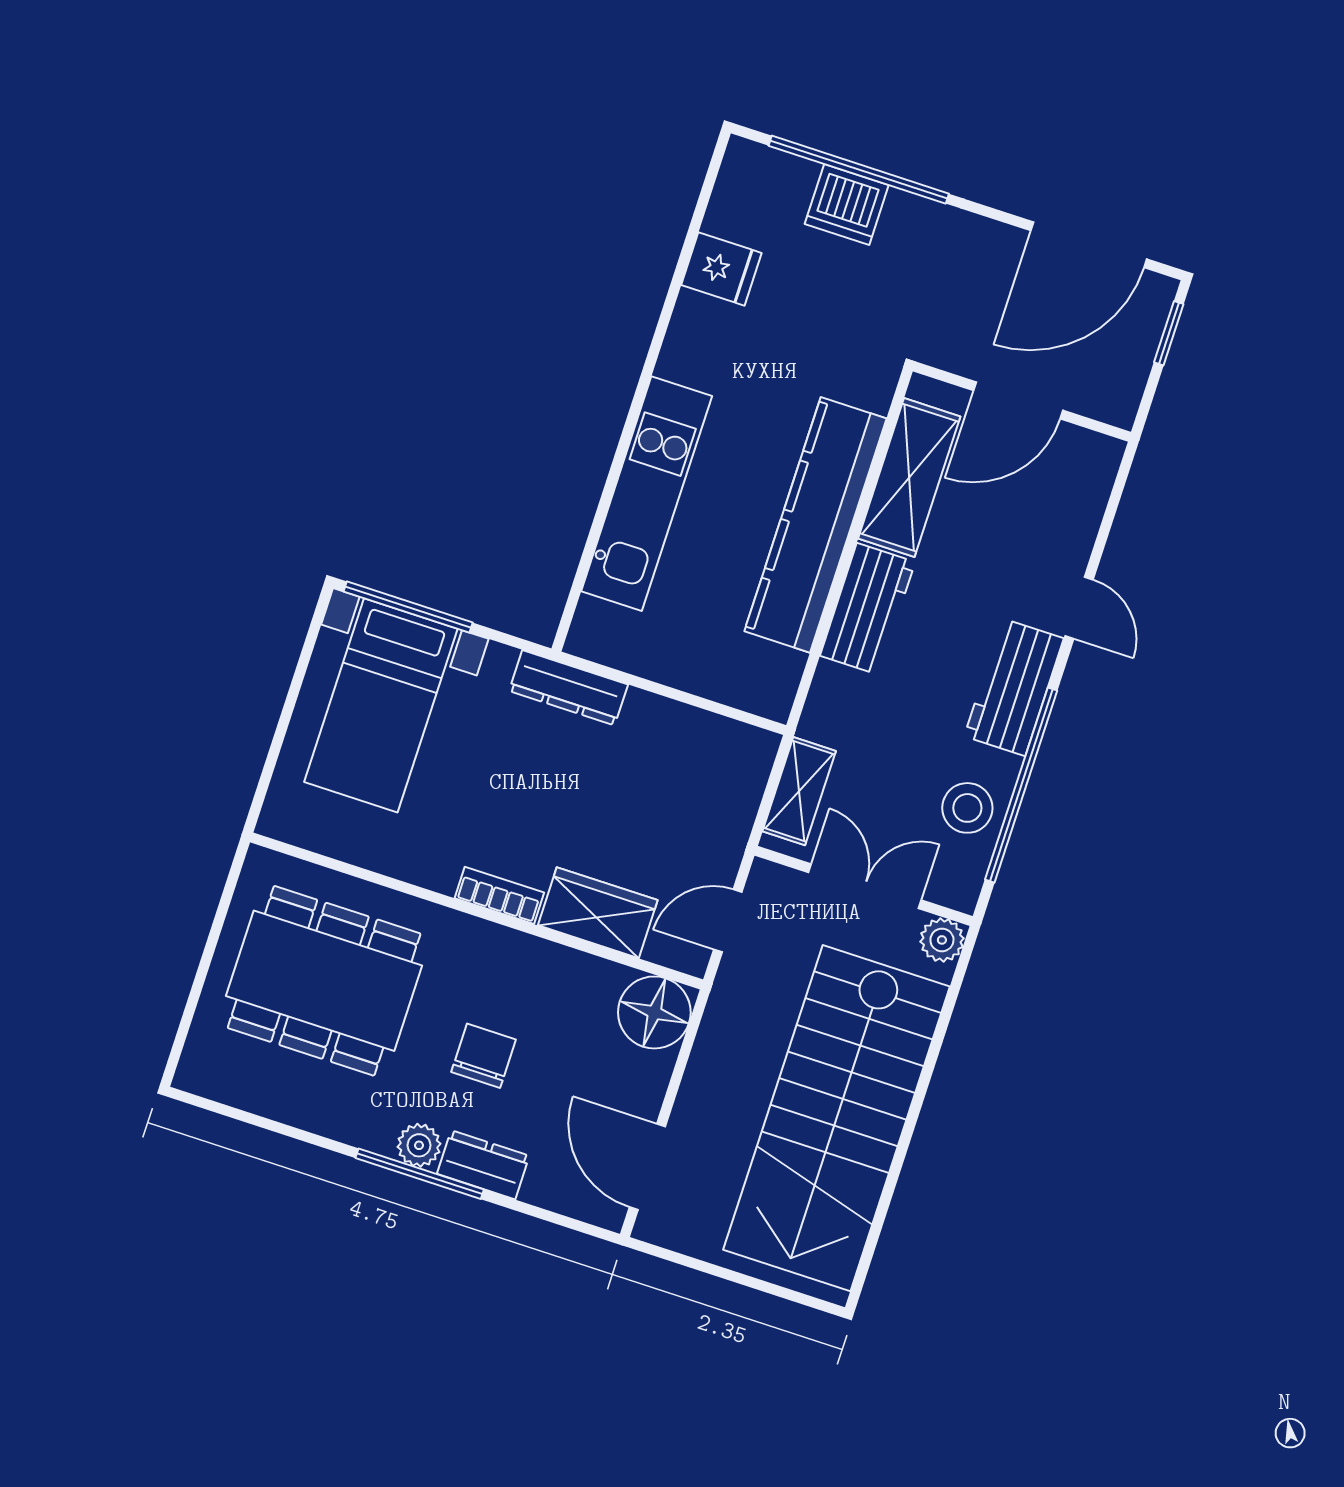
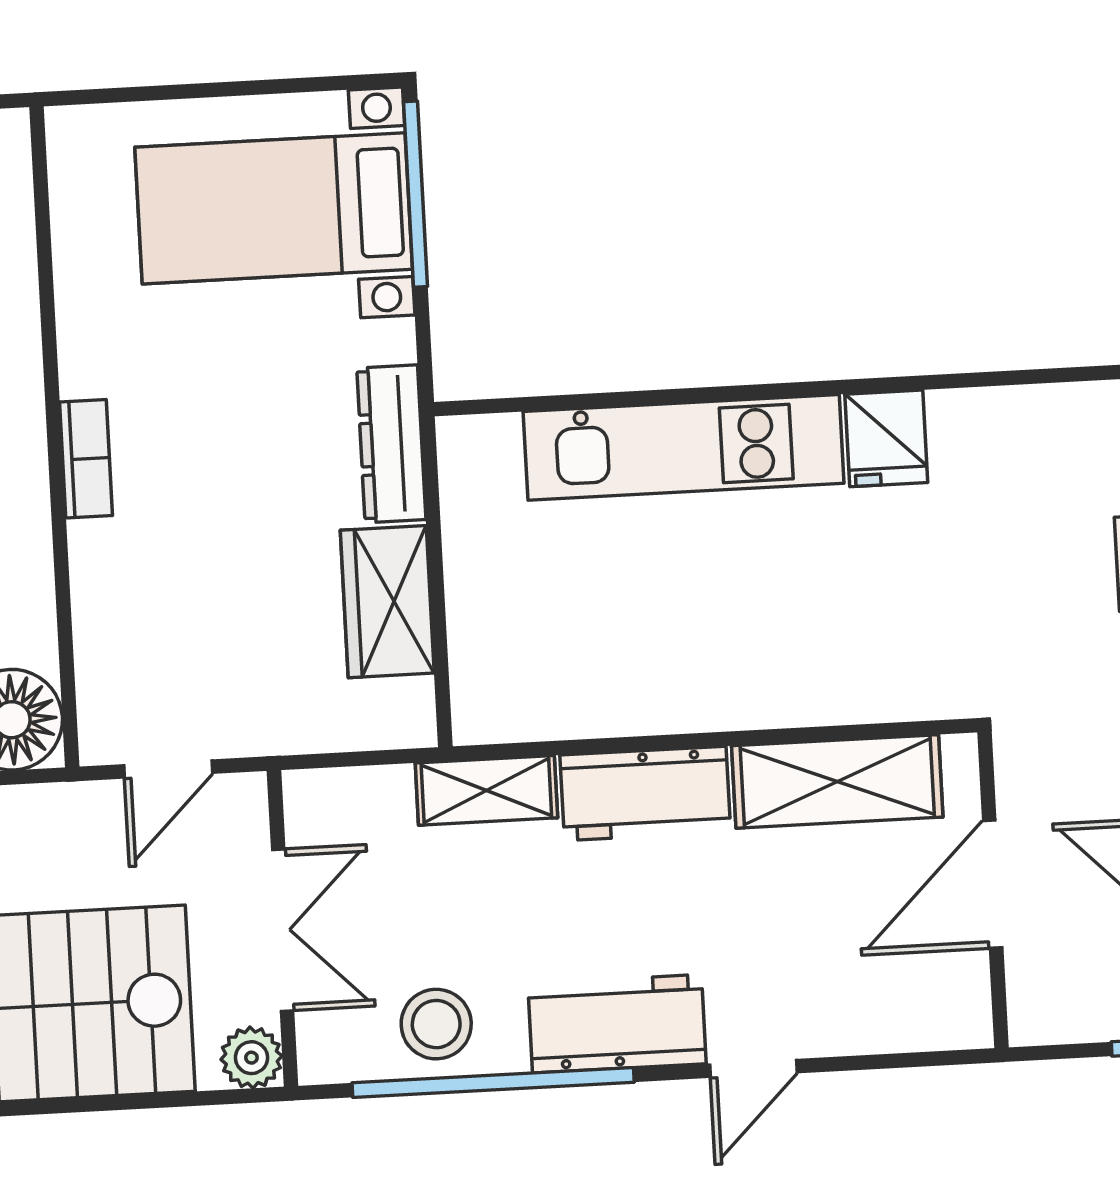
fridge: (721, 269) -> (886, 438), moved
door: (1018, 400) -> (993, 884), hinge flipped
kitchen counter: (815, 525) -> (728, 683), removed
shelving: (799, 791) -> (486, 790), moved
wardrobe: (598, 913) -> (387, 602), moved, turned 180
door: (728, 921) -> (168, 769), swing flipped

